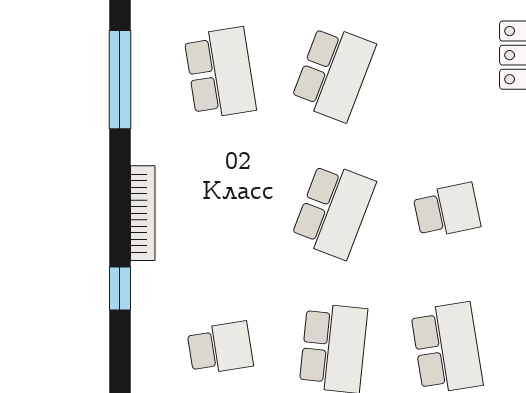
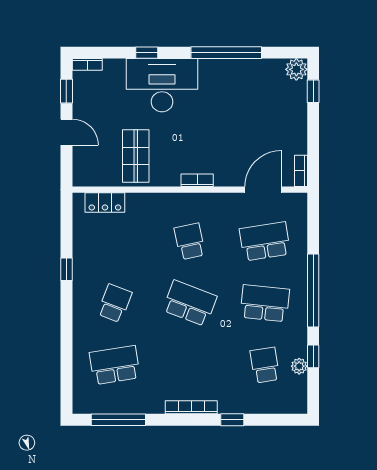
school desk: (333, 73) -> (115, 303), width x0.54

